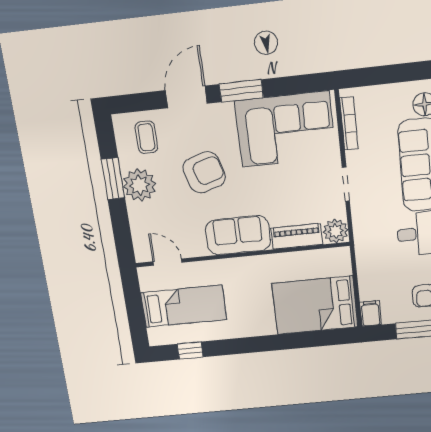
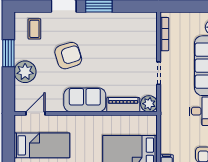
corner sofa: (285, 129) -> (124, 33), removed
plant: (139, 185) -> (25, 72), moved
door: (167, 262) -> (36, 113), hinge flipped

